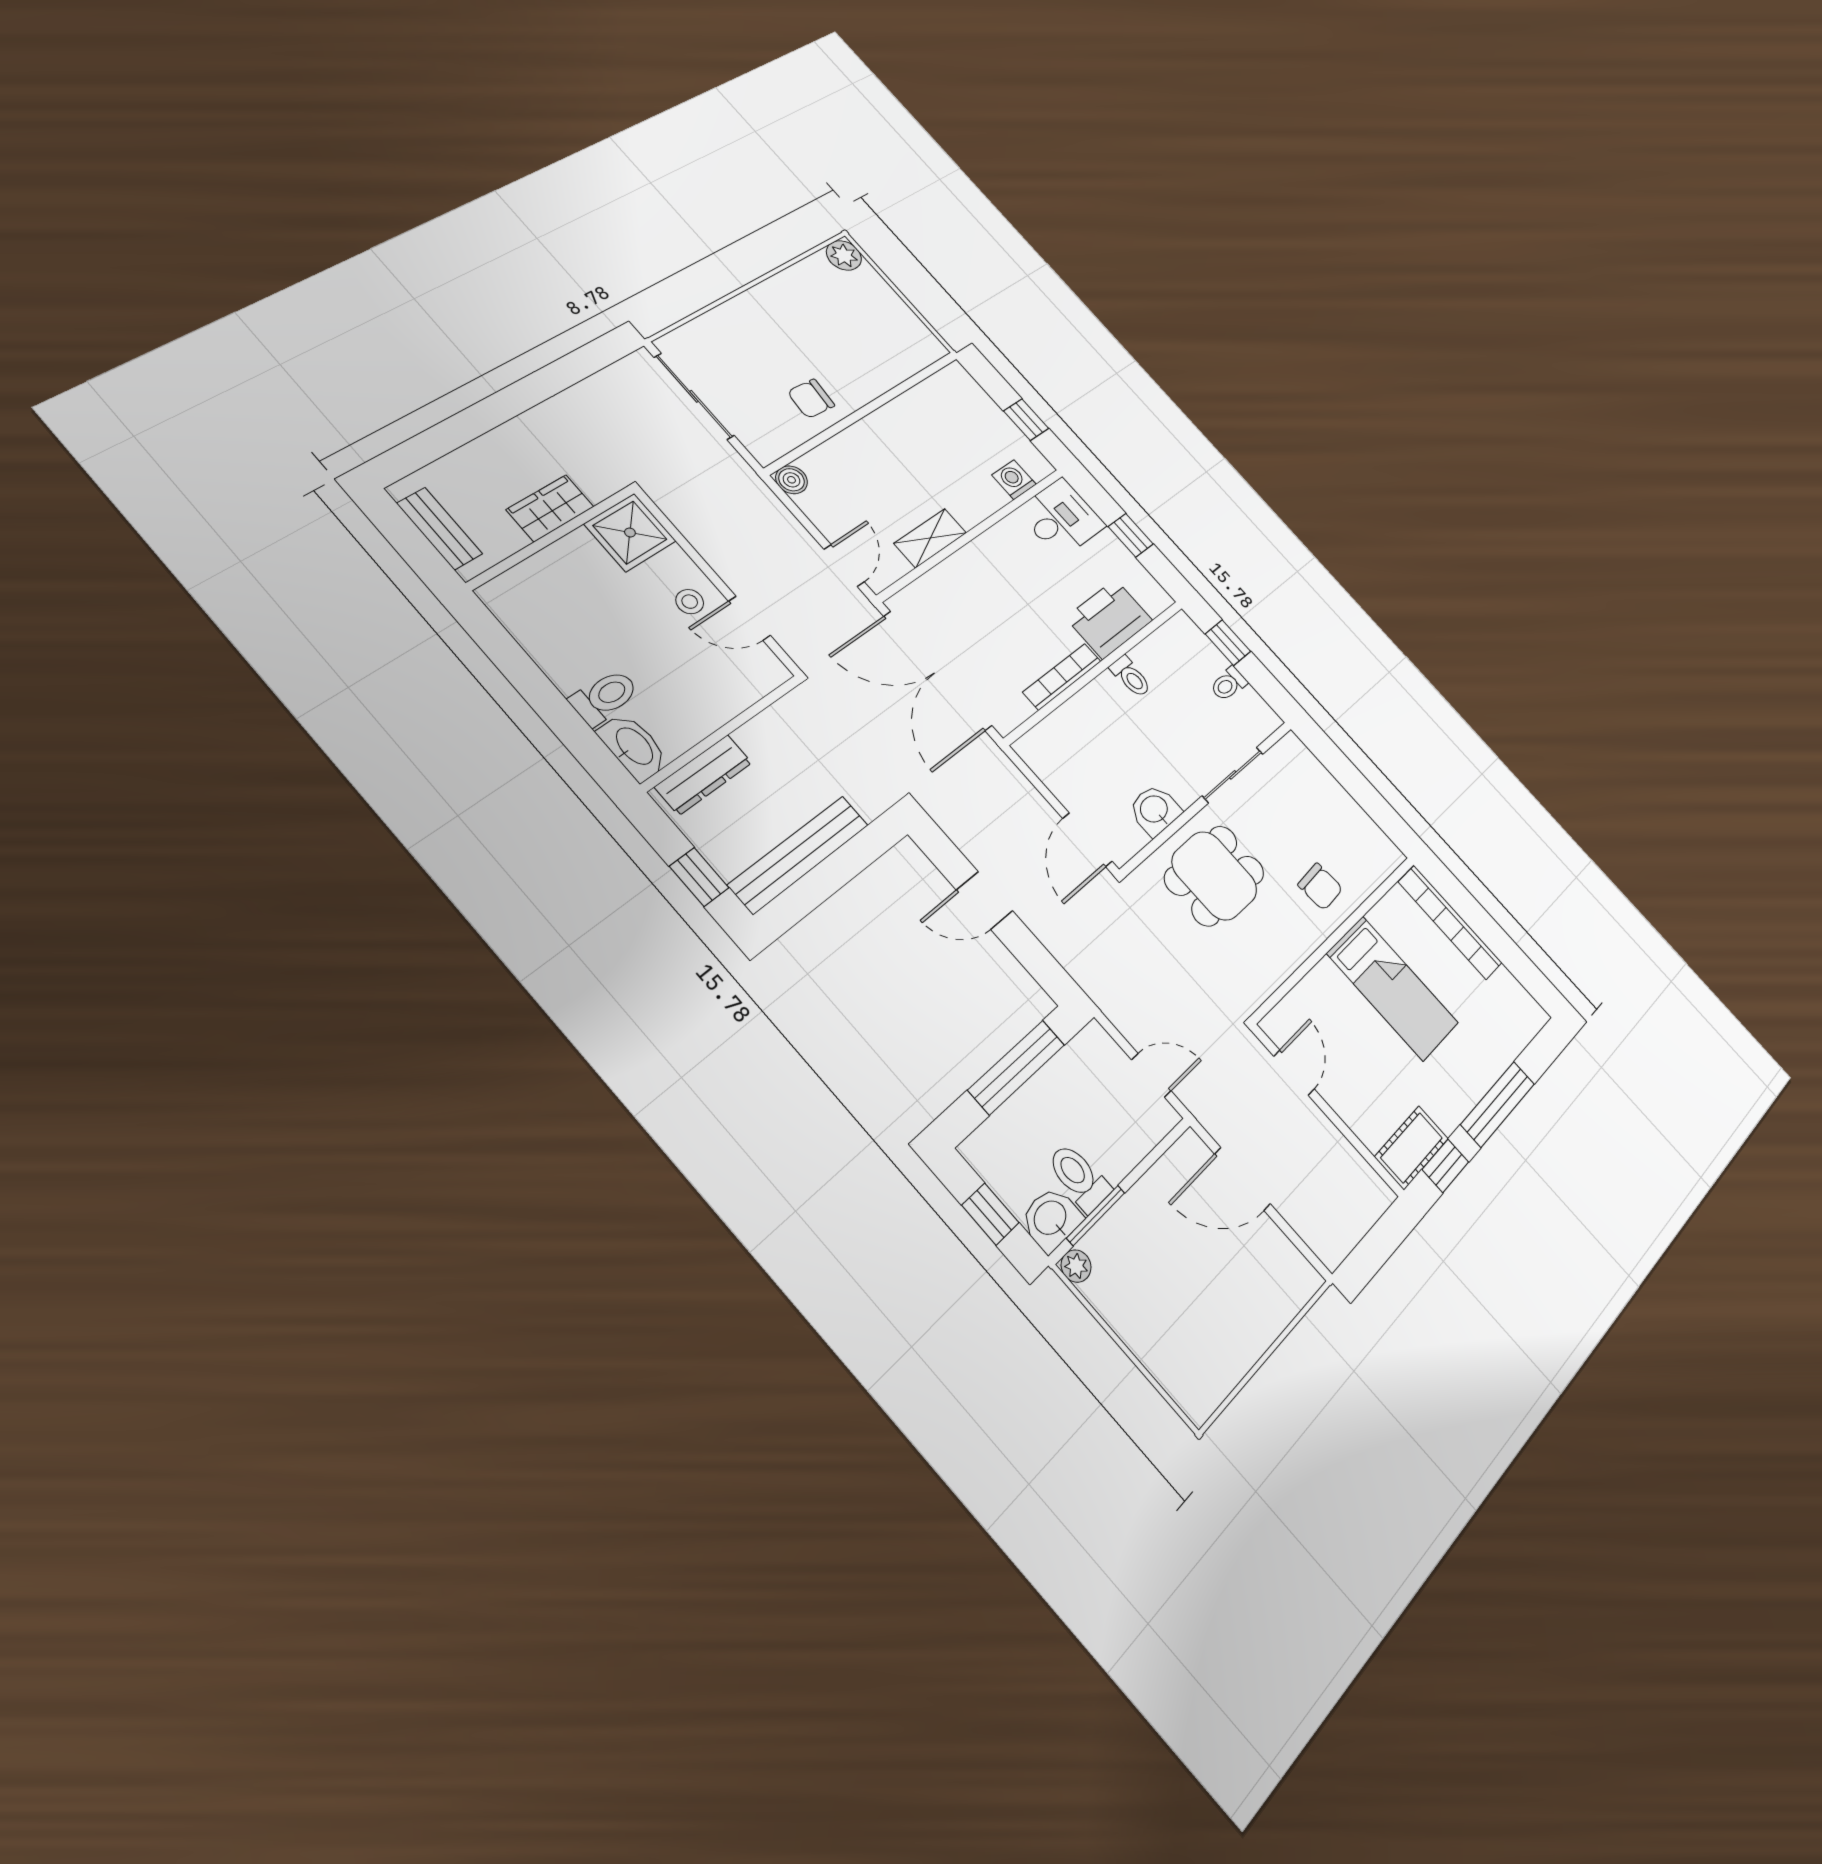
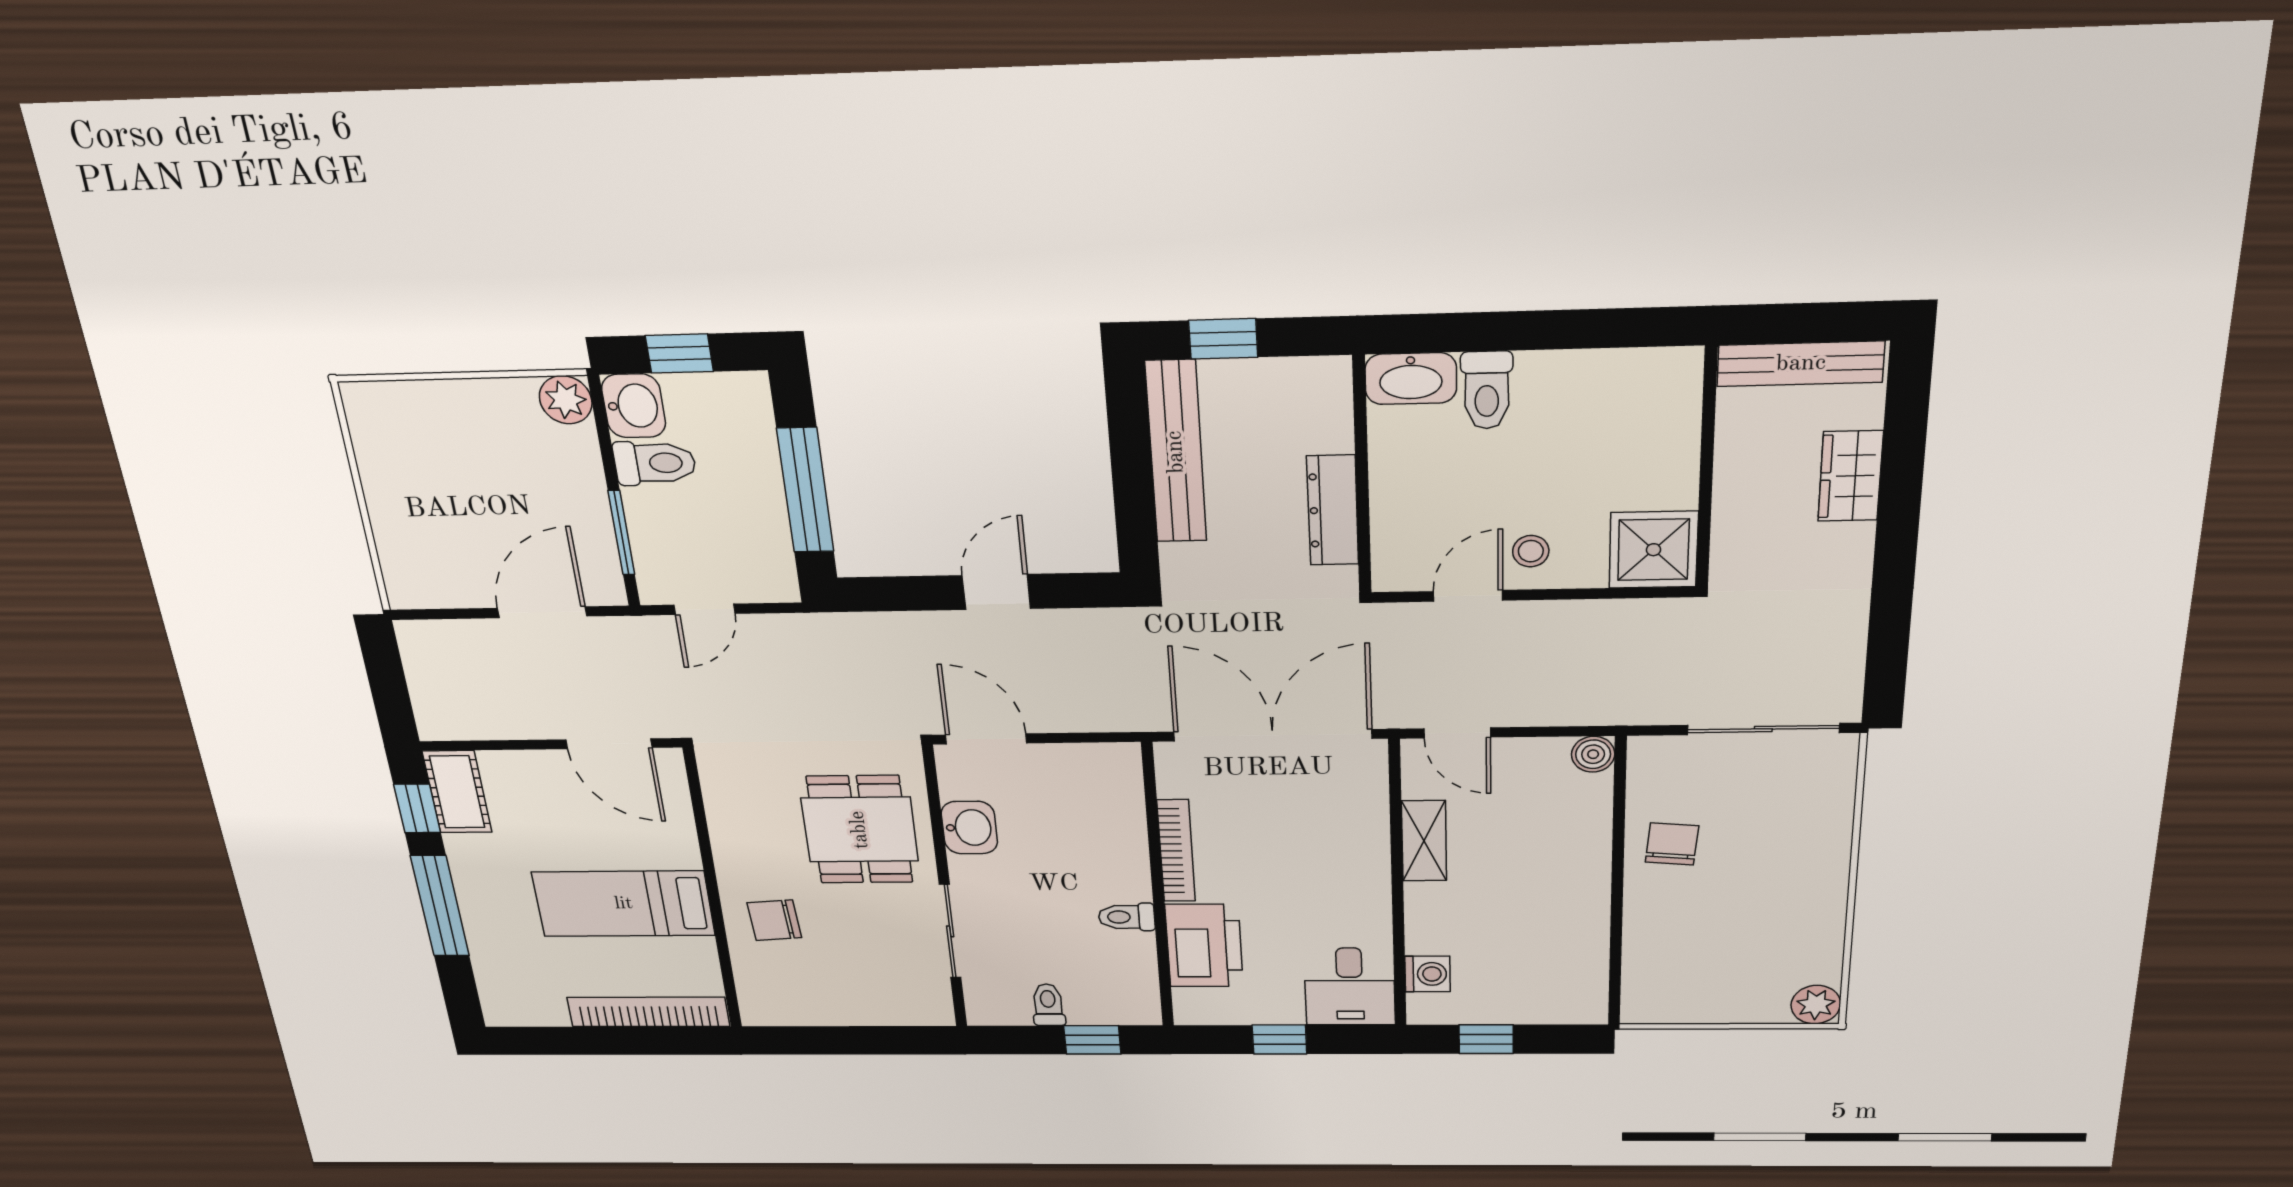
wardrobe: (550, 508) -> (1850, 476), moved, turned 180
bench: (440, 529) -> (1801, 364), width x1.36
dresser: (703, 775) -> (1333, 510), moved
door: (1294, 1073) -> (609, 744), width x1.38
window: (1096, 1215) -> (621, 533), moved
plant: (1076, 1266) -> (566, 400), width x1.38, depth x1.38

